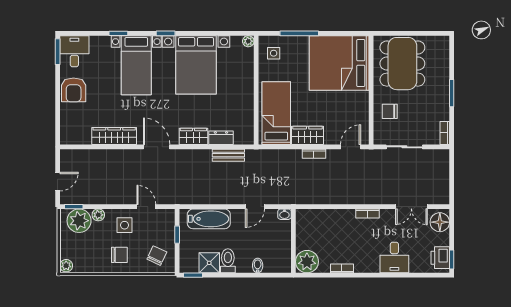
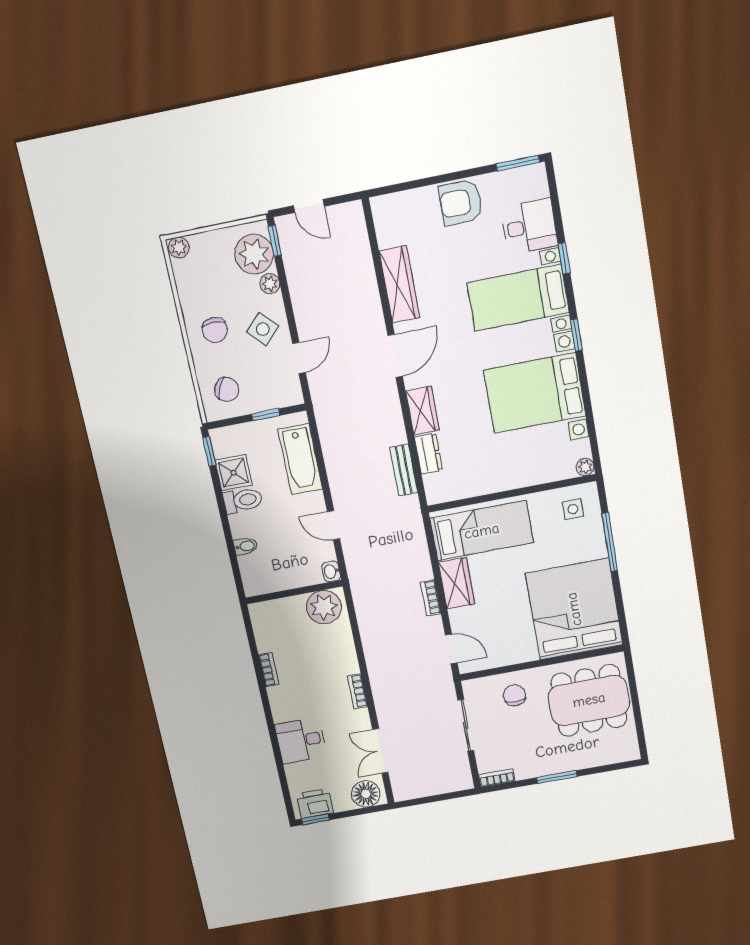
desk: (74, 51) -> (529, 226), moved
side table: (125, 225) -> (263, 329), turned 45
plant: (307, 262) -> (324, 607), moved

